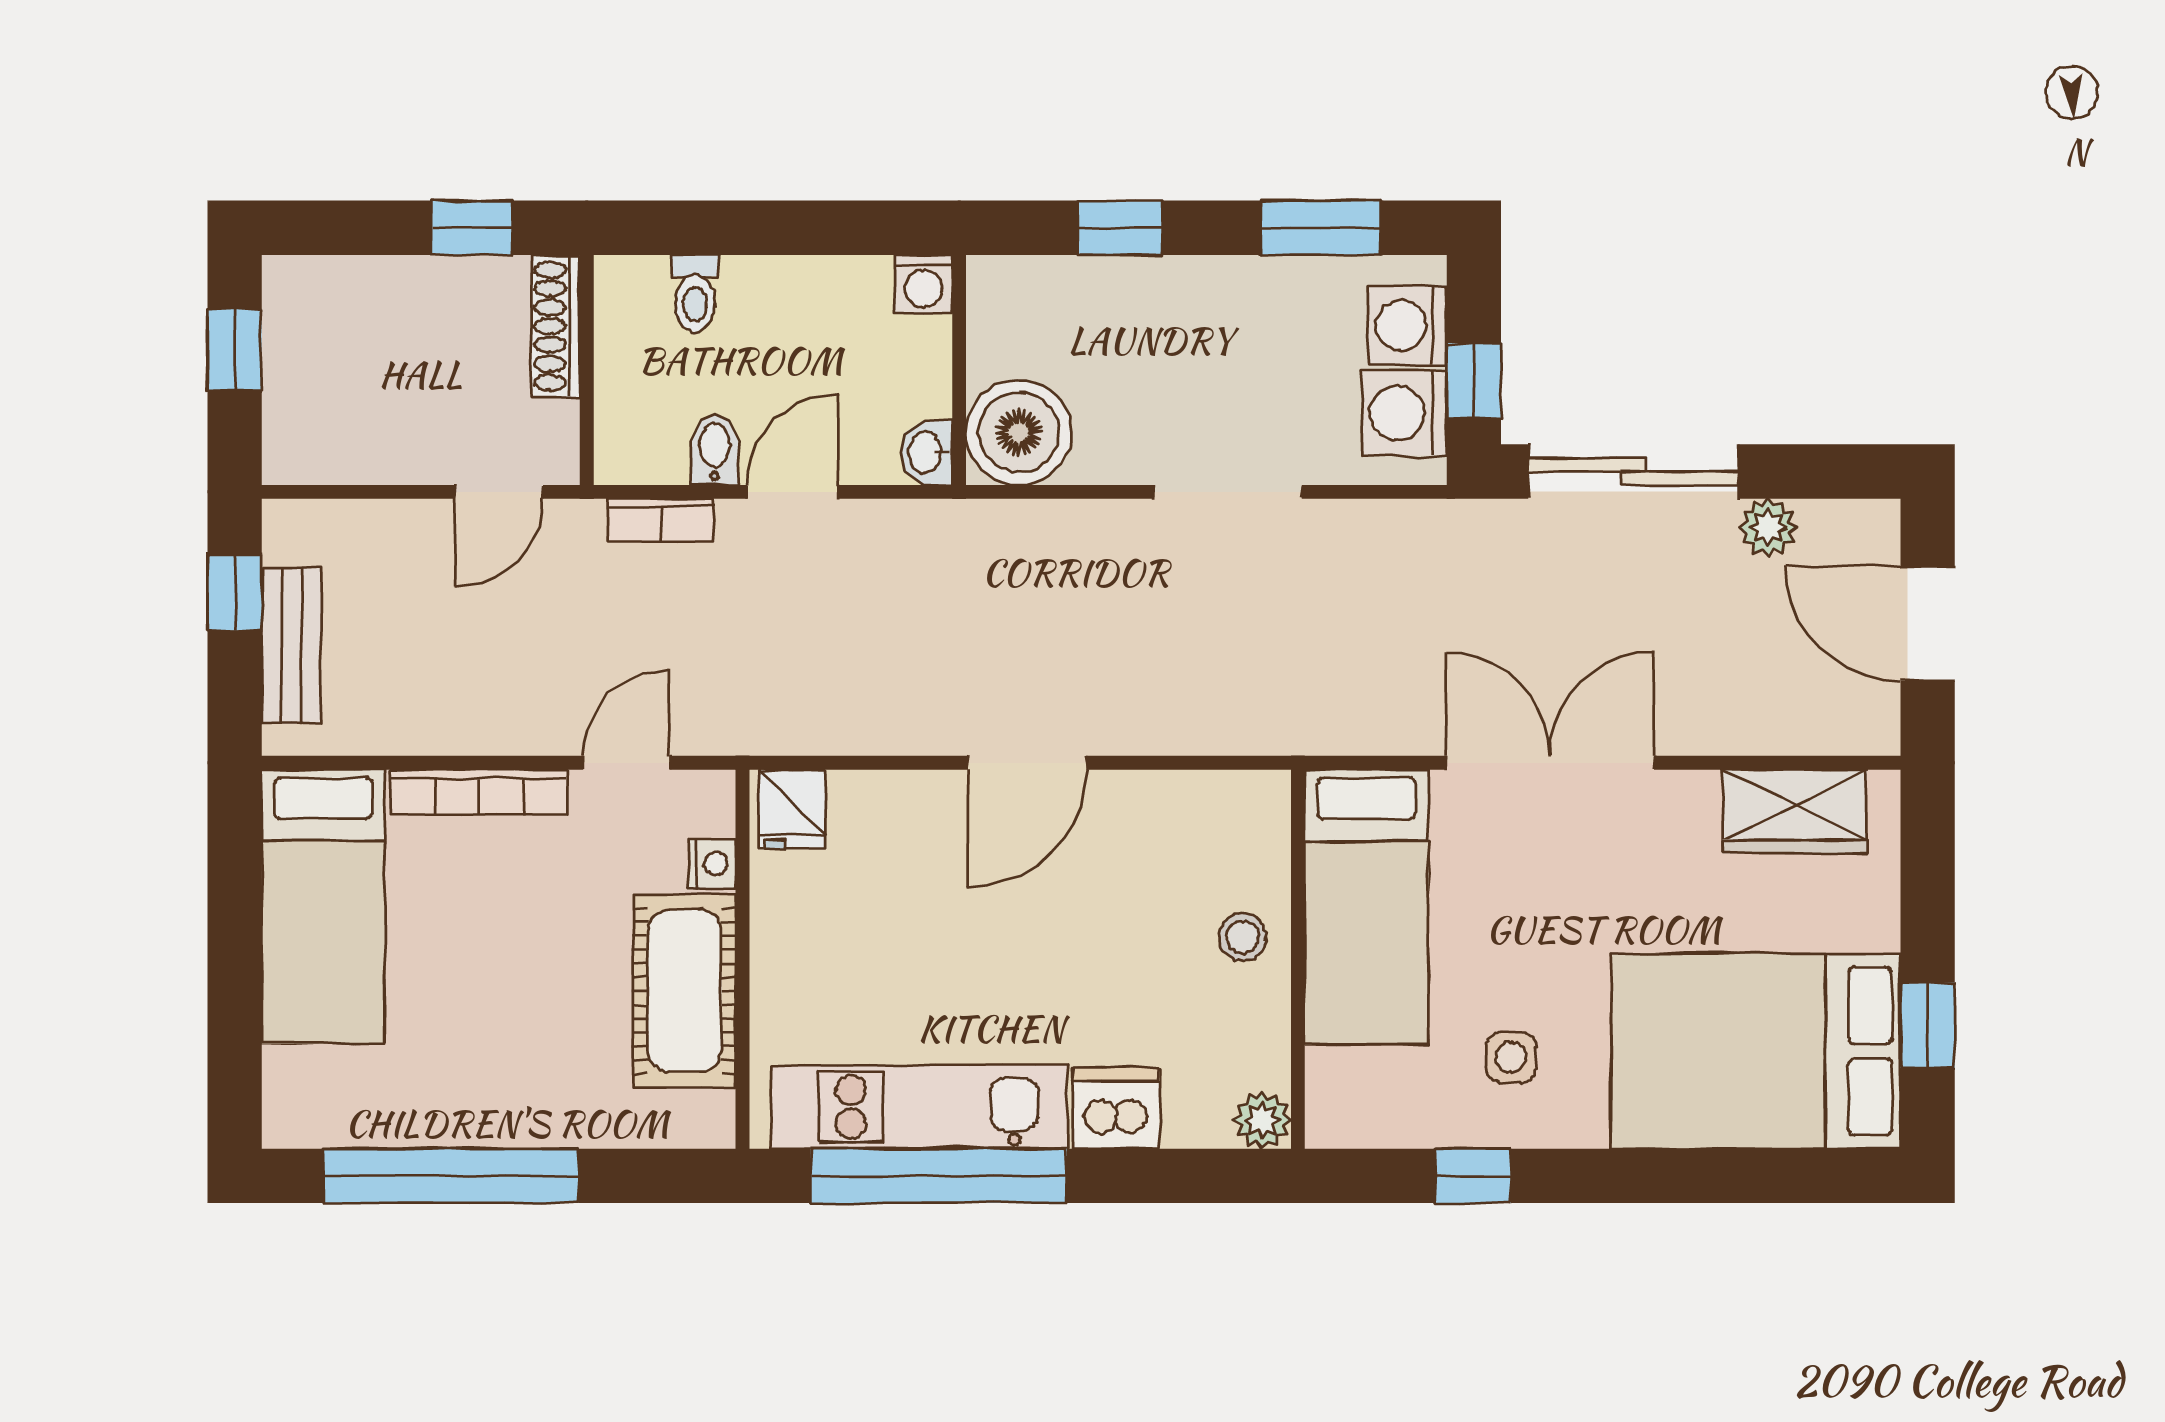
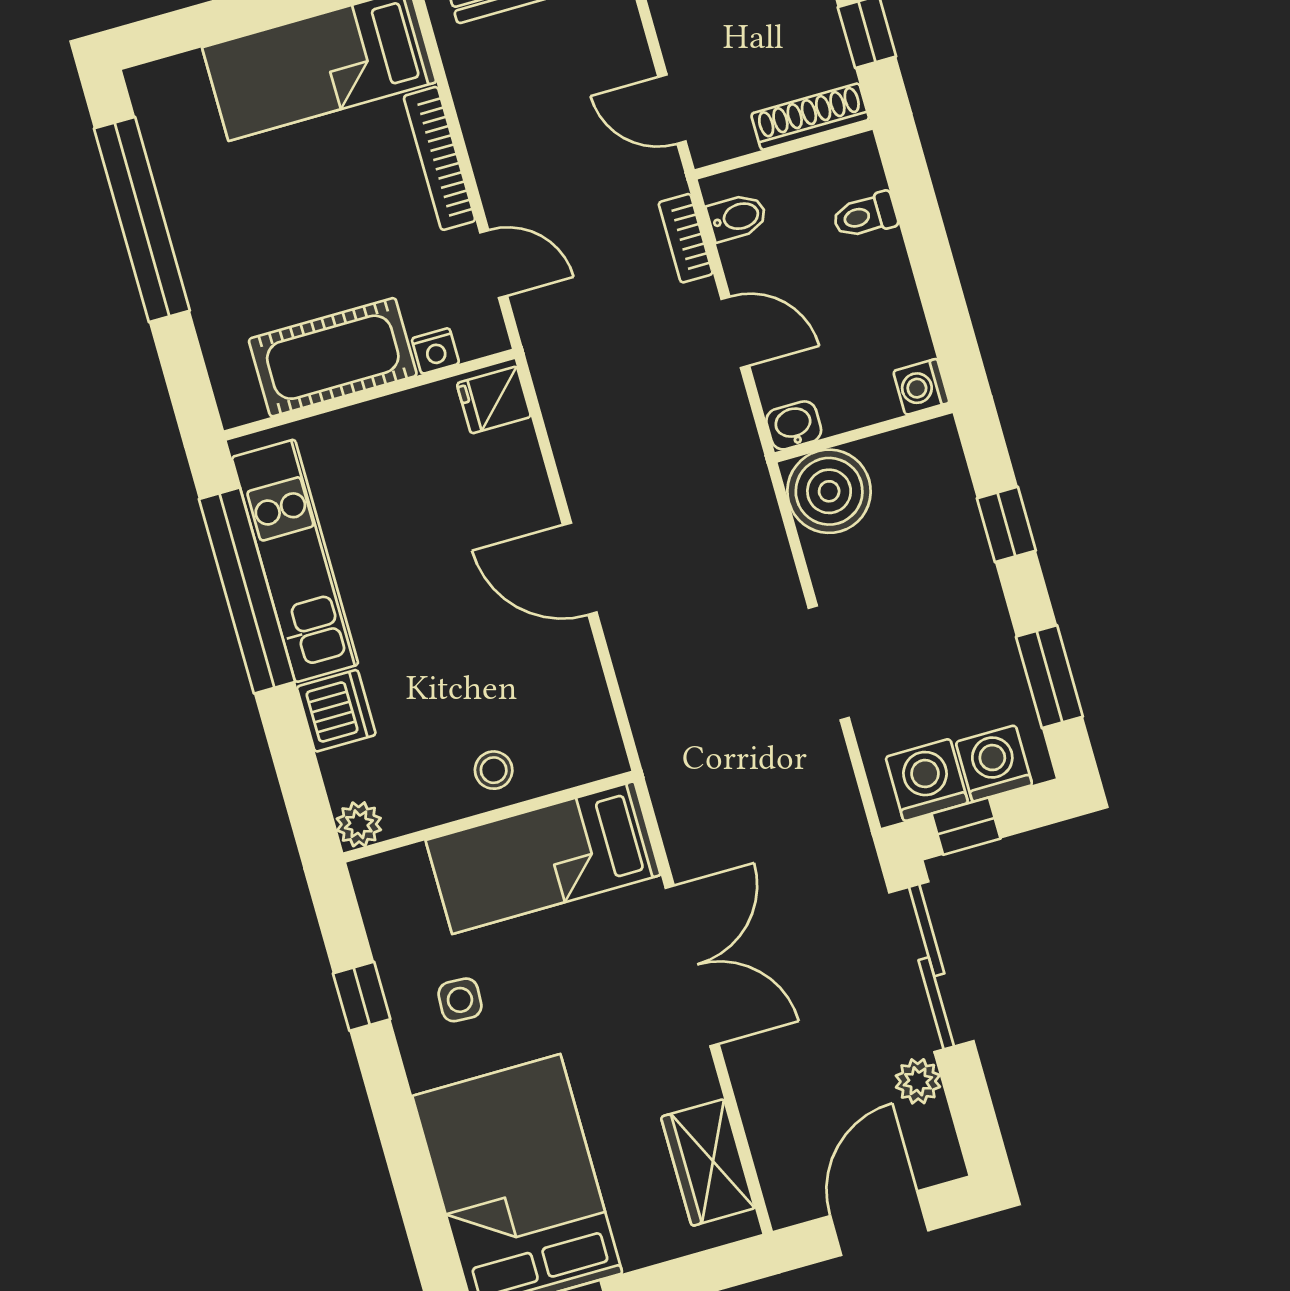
bidet: (714, 450) -> (737, 217), moved

